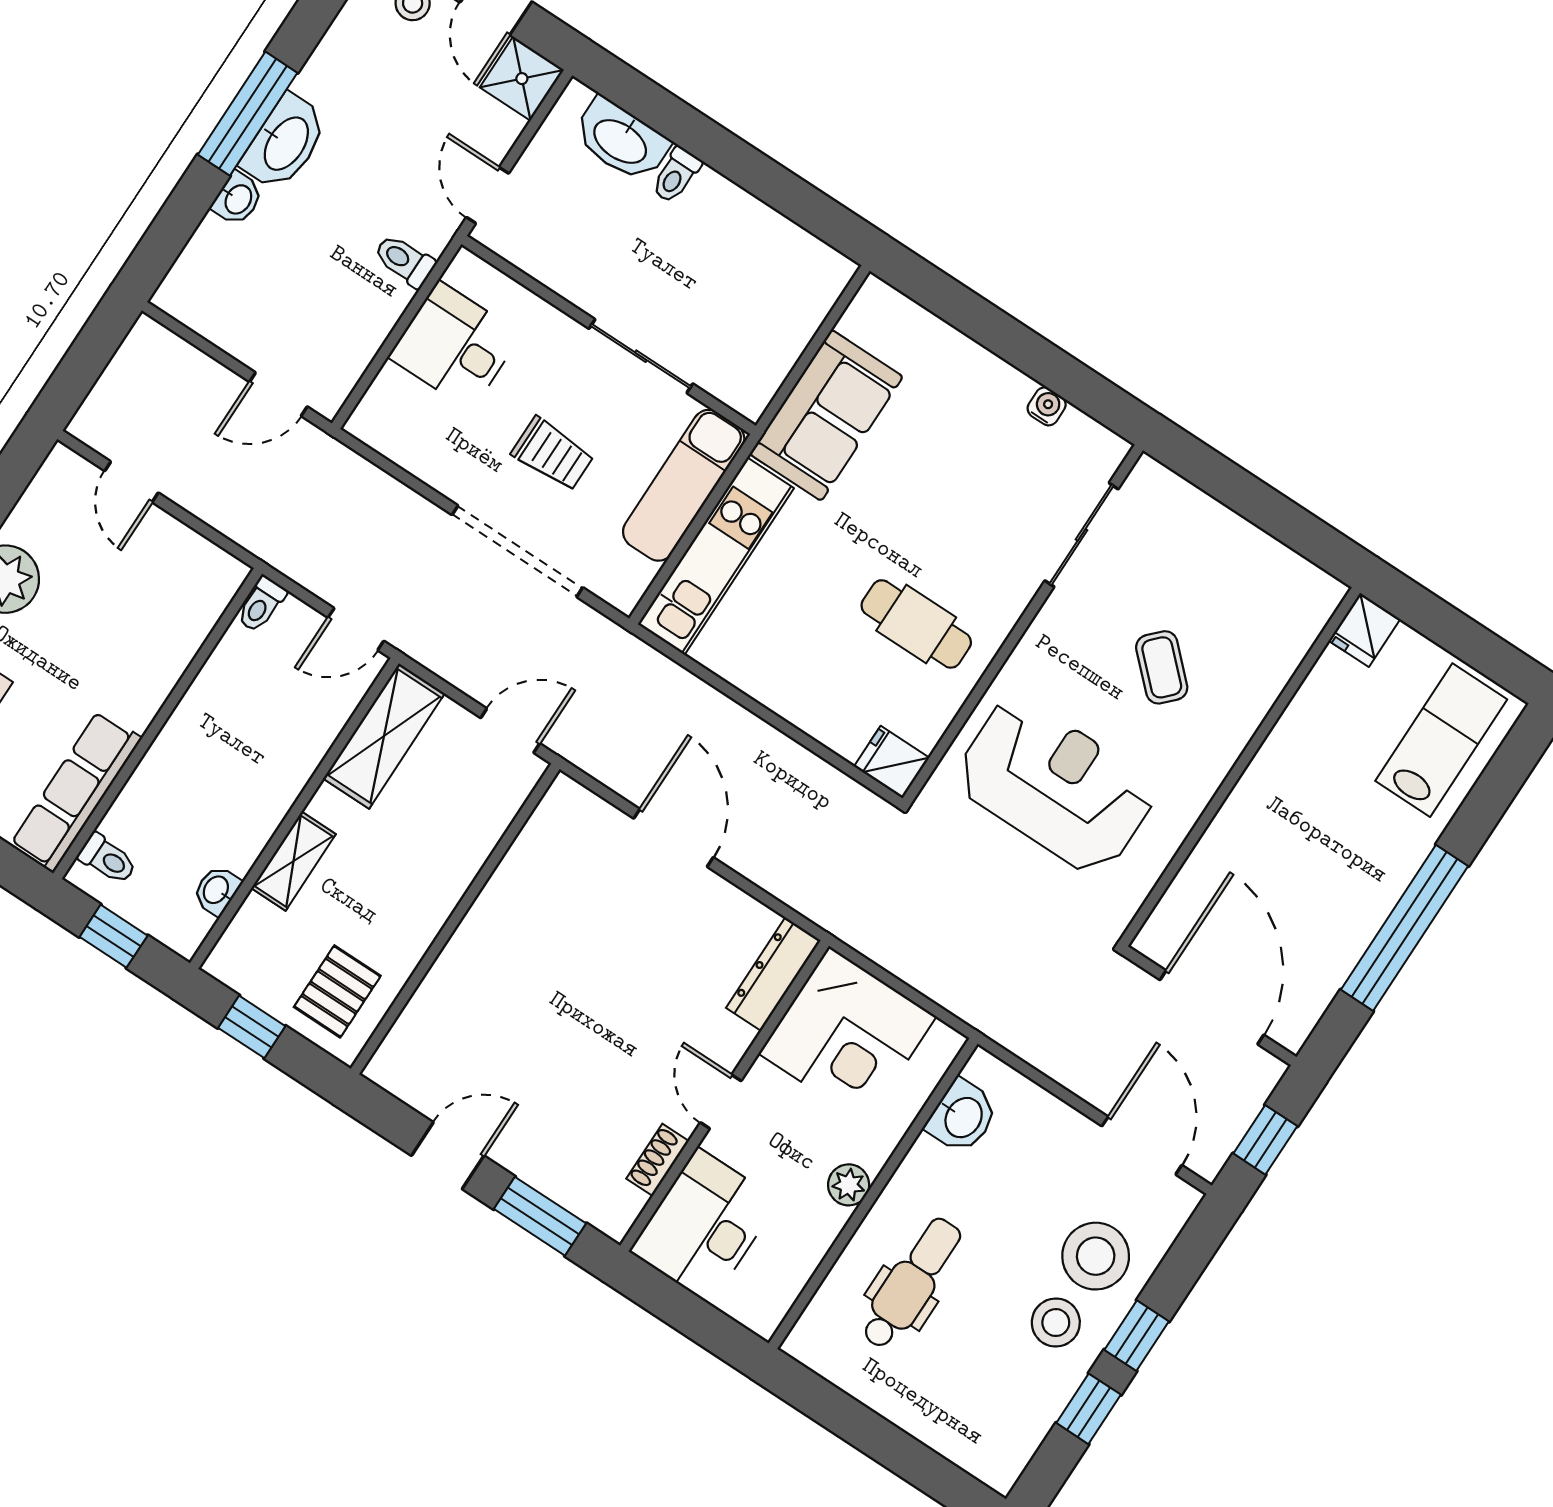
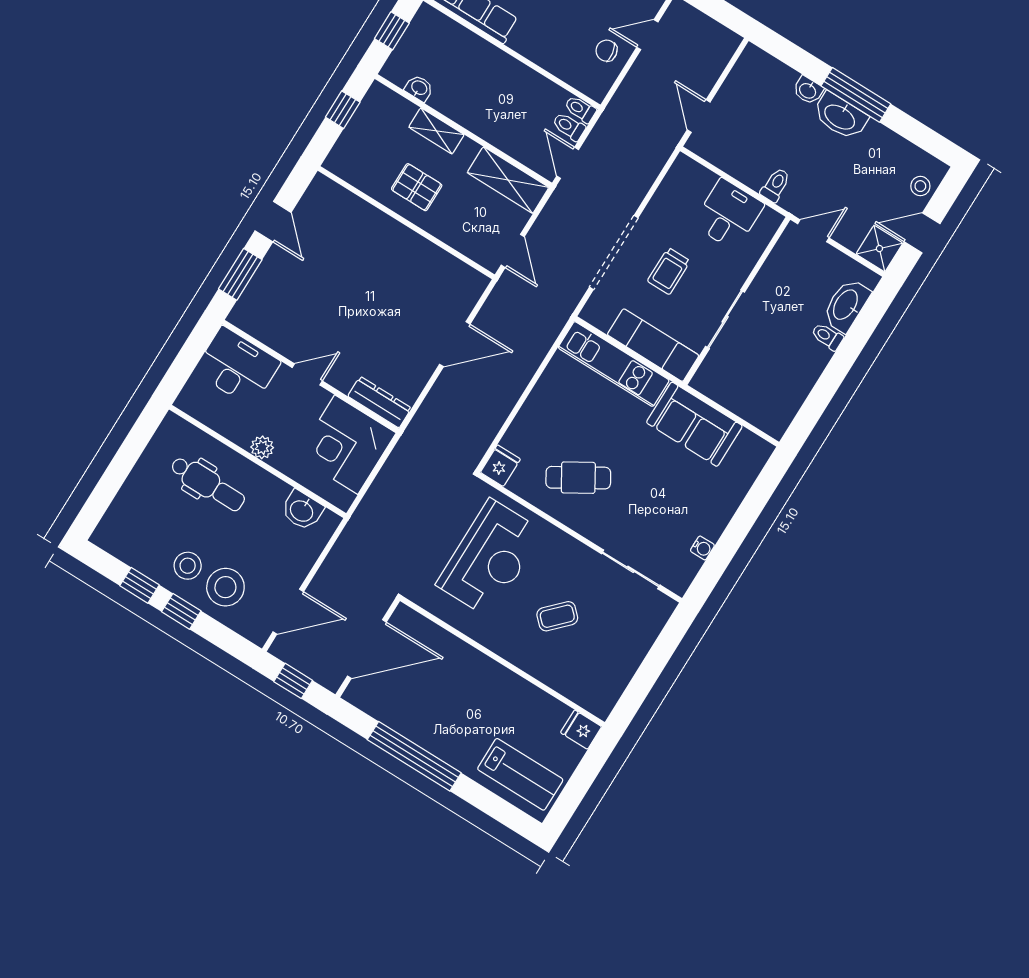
chair: (158, 555) -> (606, 51), added
cafe table: (916, 624) -> (578, 478), turned 59
toilet: (107, 859) -> (569, 127), moved, turned 90
pallet: (337, 991) -> (417, 187), moved
shoe rack: (658, 1160) -> (274, 340), removed

